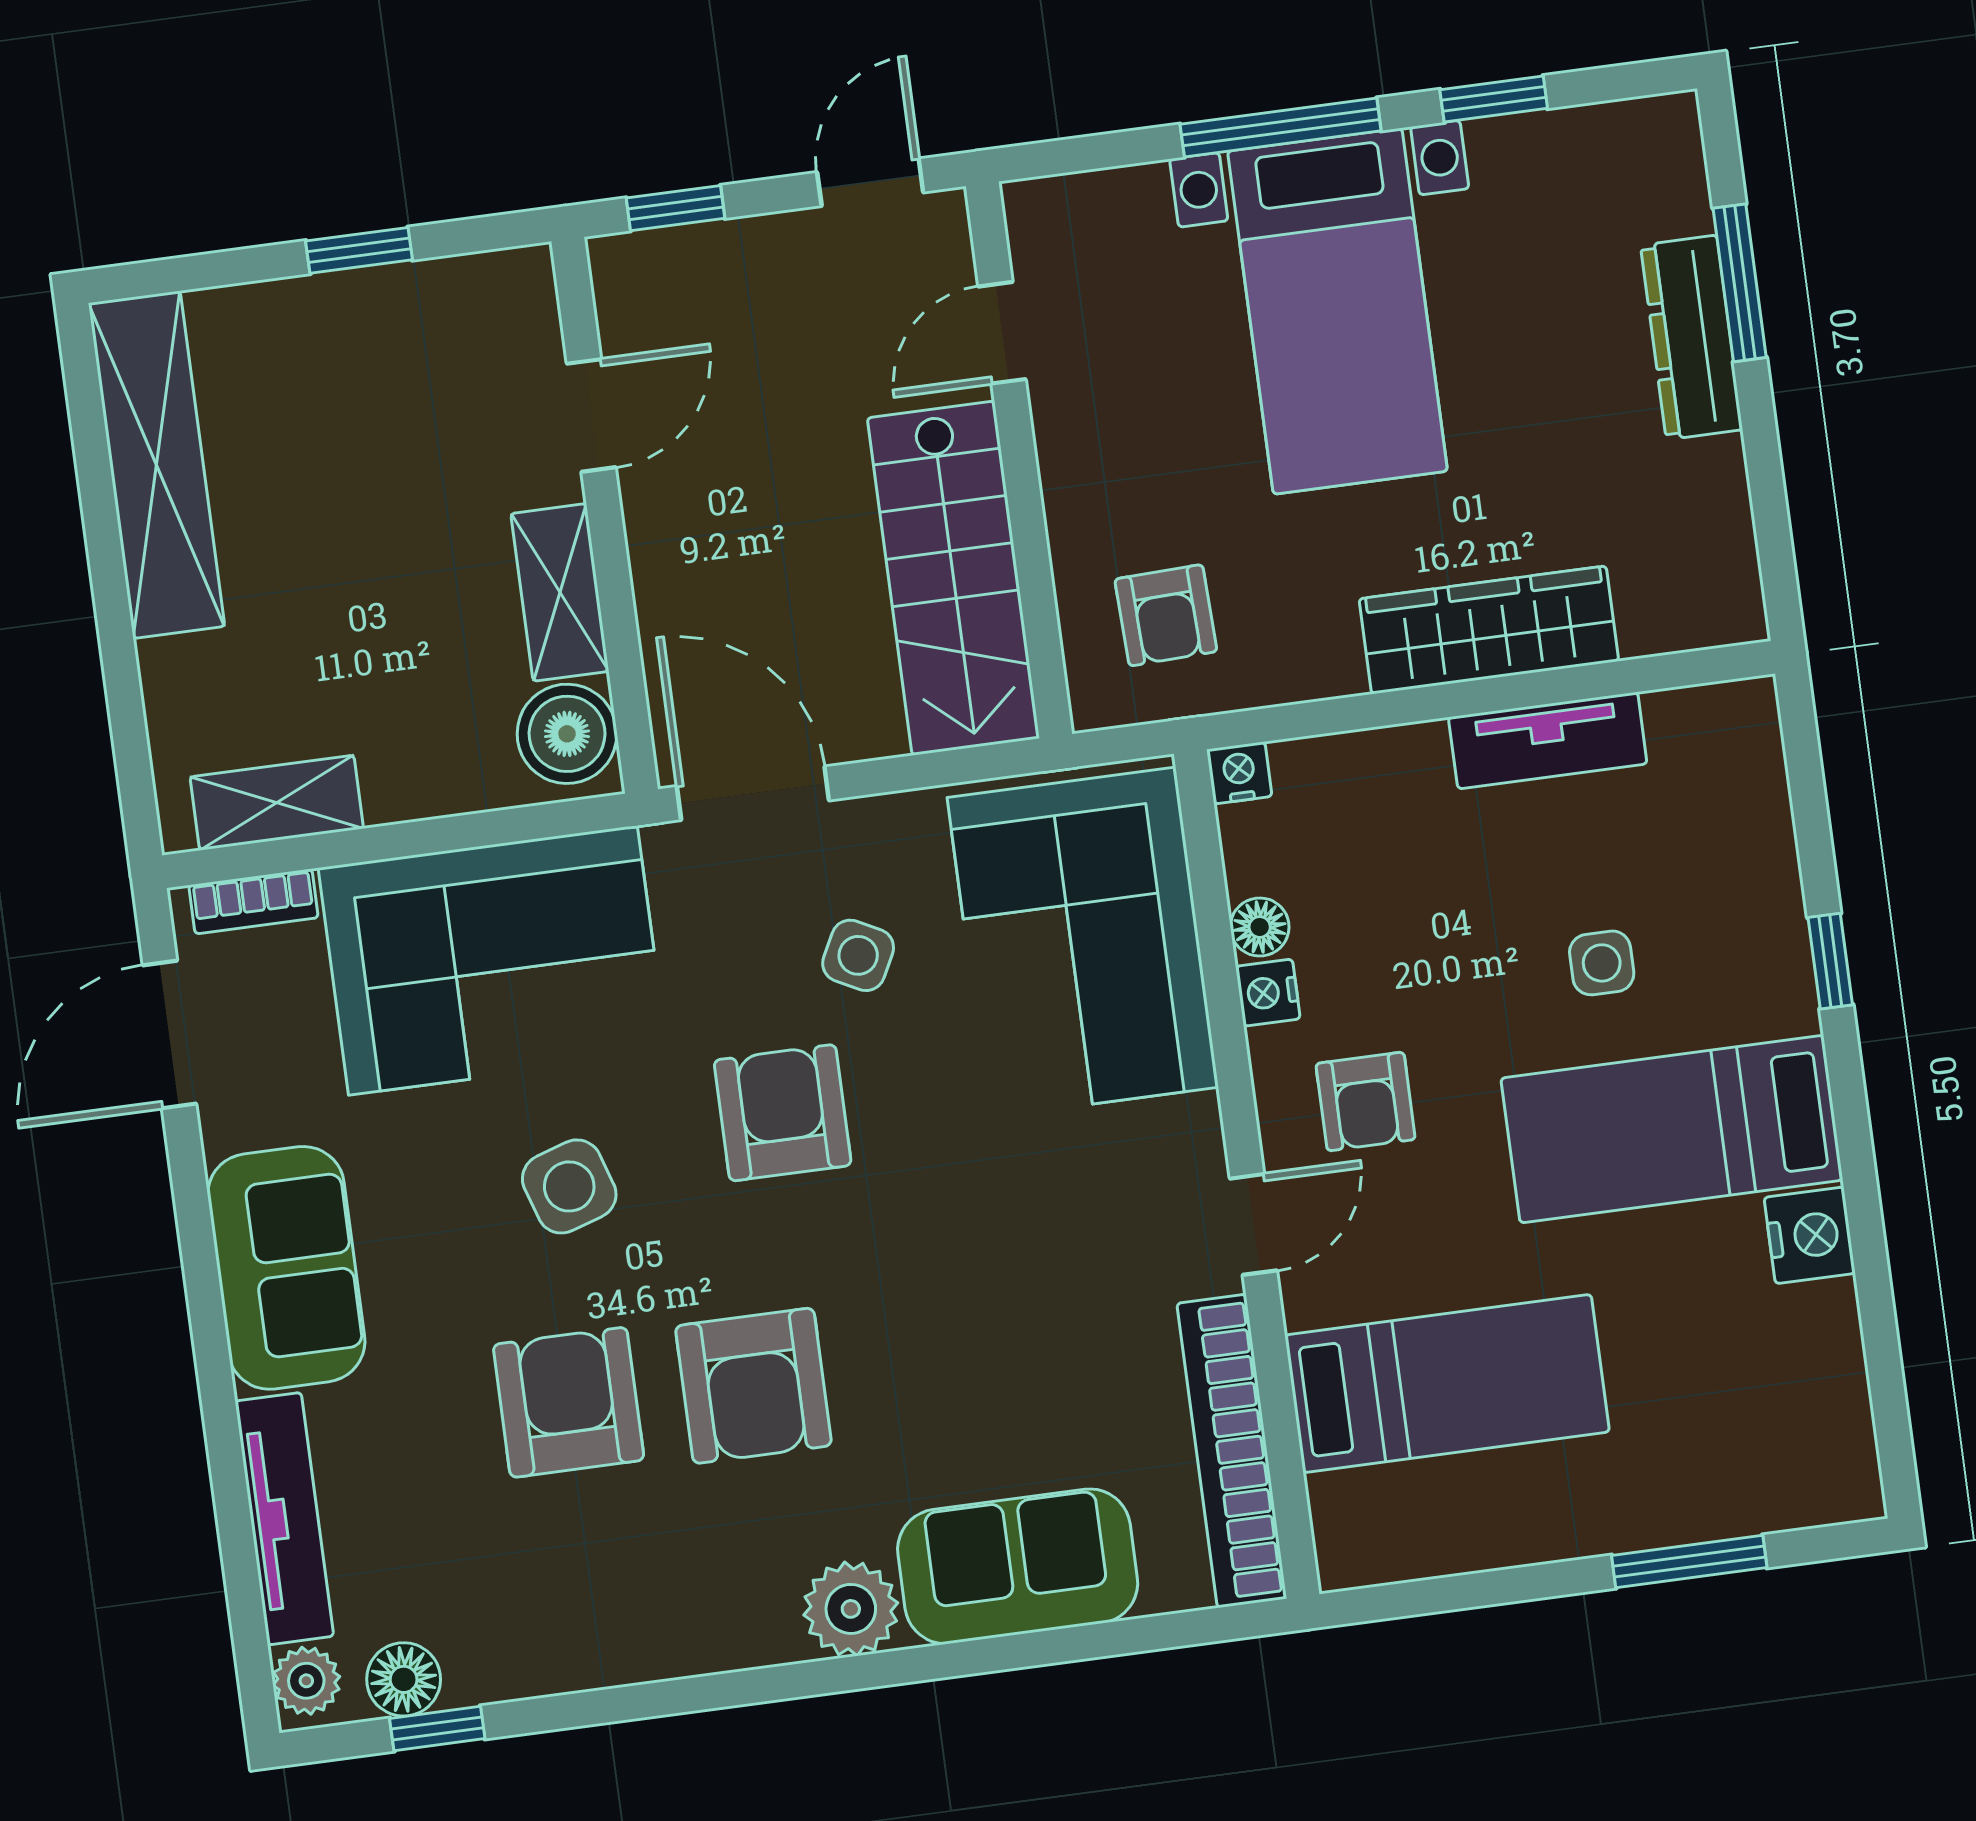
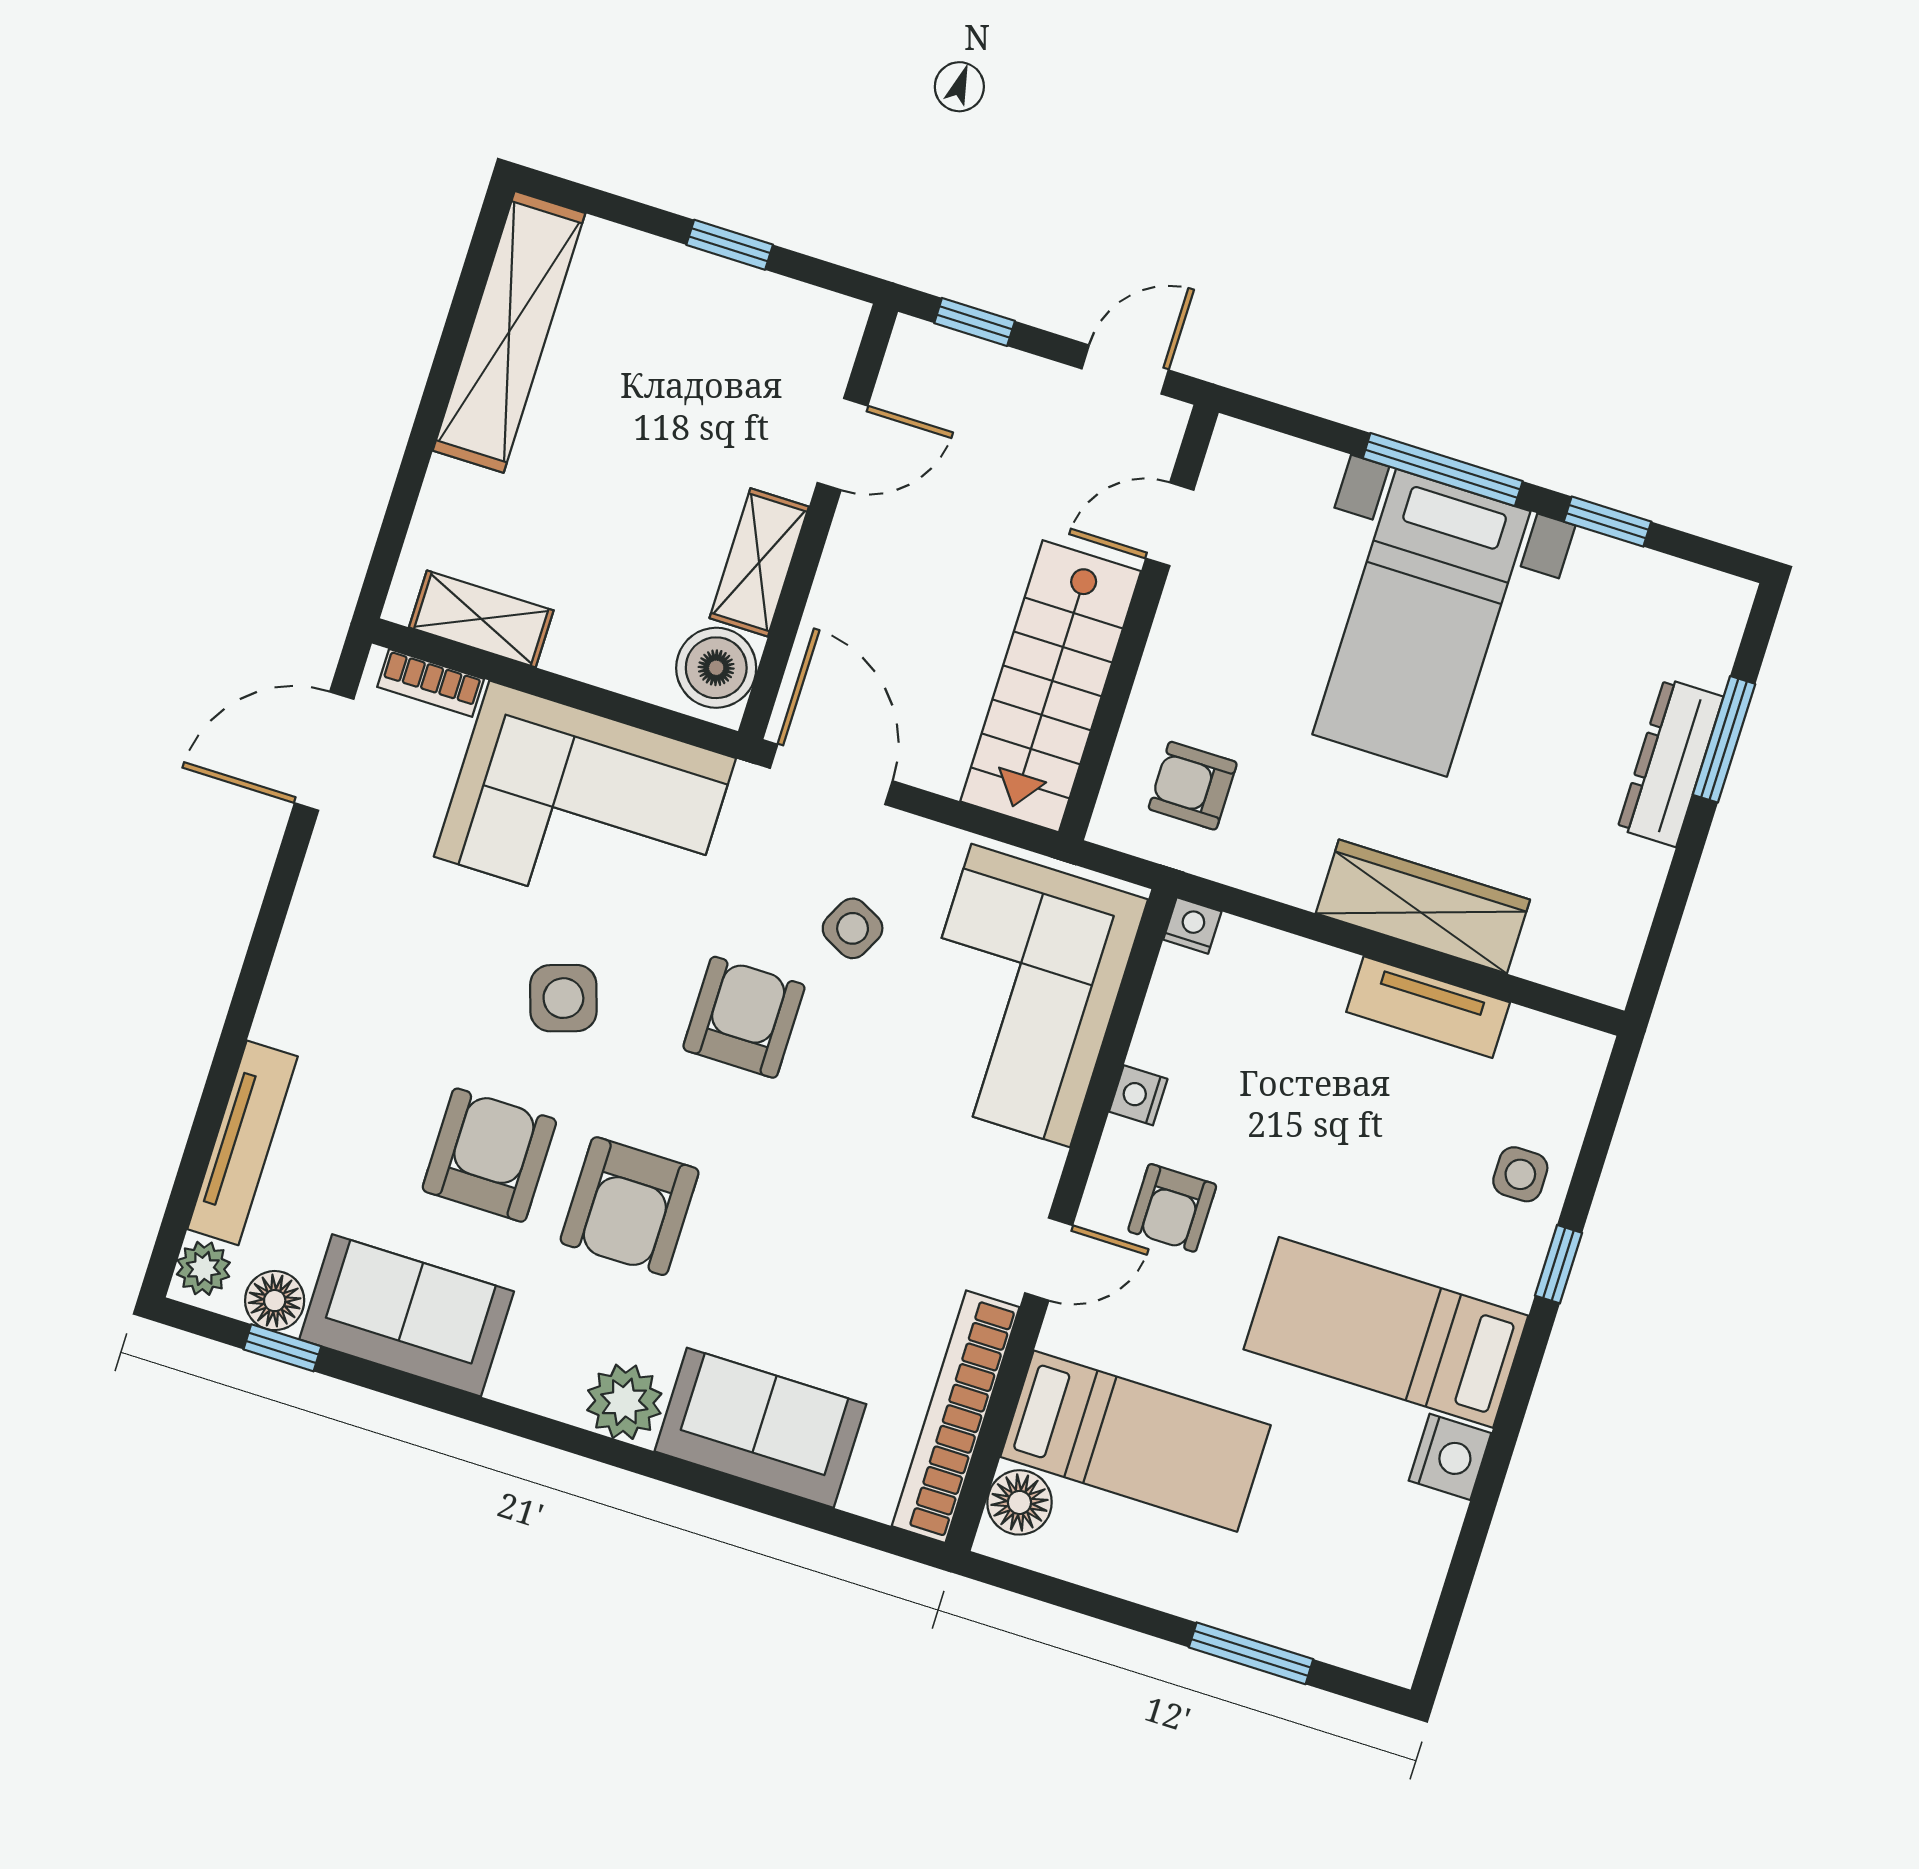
armchair: (1166, 615) -> (1193, 786), turned 92
floor lamp: (1260, 927) -> (1019, 1502), moved, width x1.37, depth x1.37
side table: (1602, 963) -> (1520, 1174), moved
sofa: (286, 1268) -> (407, 1315), moved, turned -90

